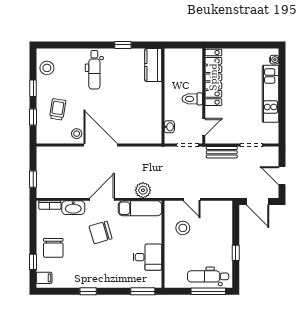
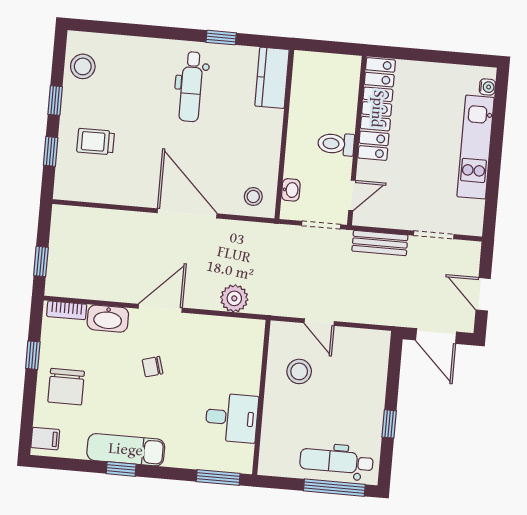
dental chair: (94, 70) -> (191, 87), moved
trolley: (58, 109) -> (96, 142), turned -99
stool: (77, 134) -> (253, 197), moved
door: (101, 145) -> (187, 213), moved
exam couch: (140, 208) -> (126, 450), moved, turned 180
chair: (101, 232) -> (152, 367), width x0.54, depth x0.54
window: (33, 262) -> (33, 355), moved

